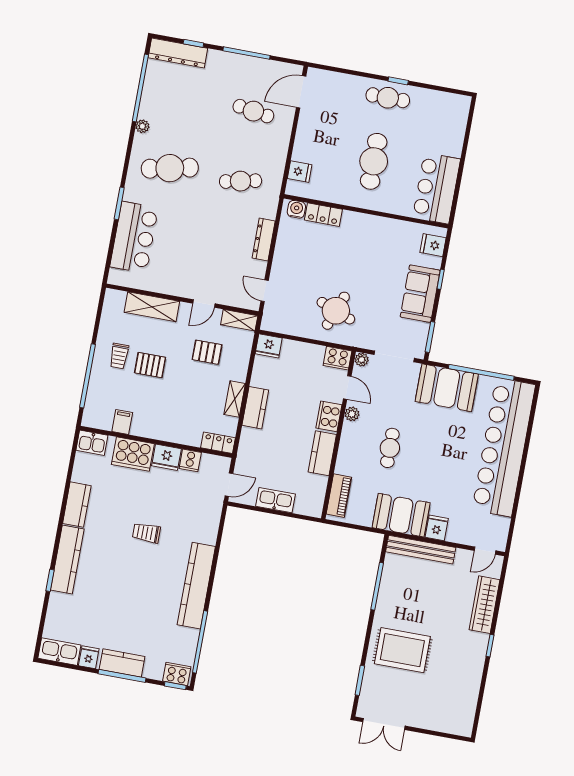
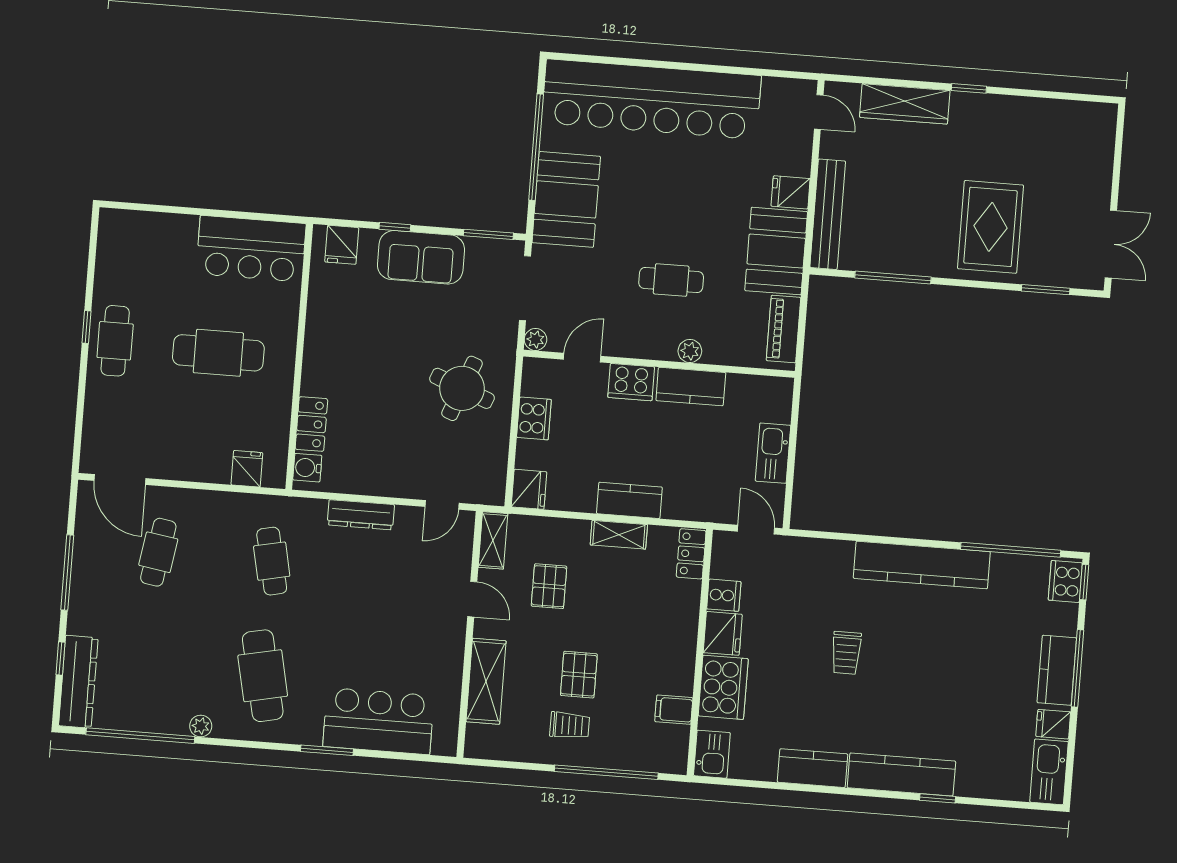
cooker: (337, 358) -> (534, 418), moved
plant: (352, 414) -> (690, 351), moved
piano: (339, 496) -> (783, 329), moved, turned -90

